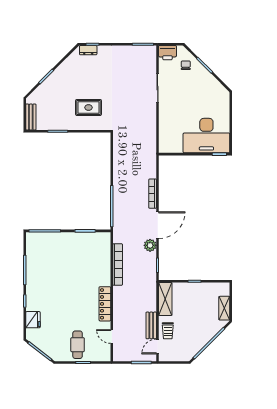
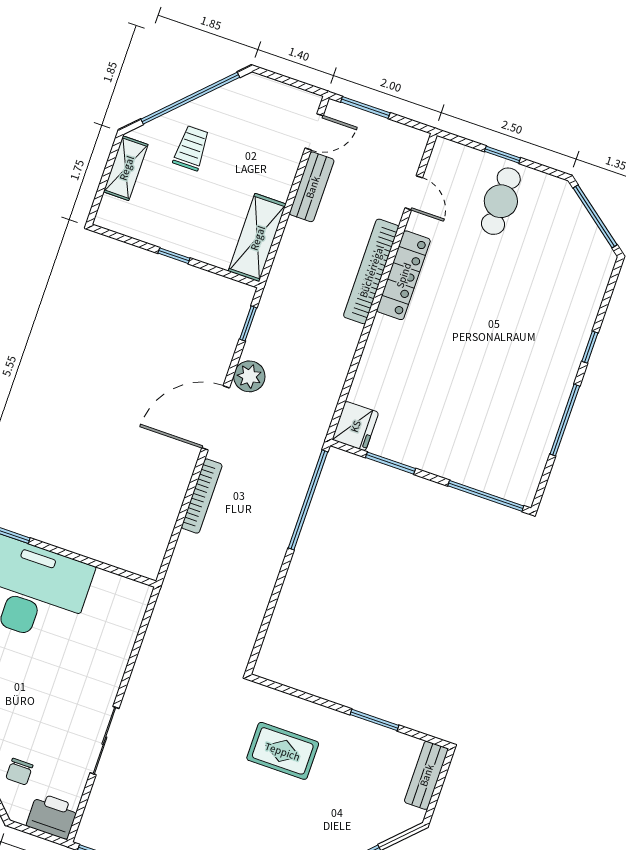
bookcase: (118, 265) -> (371, 271), moved
fridge: (33, 320) -> (355, 426), moved, turned 180
trolley: (168, 331) -> (191, 148), moved

